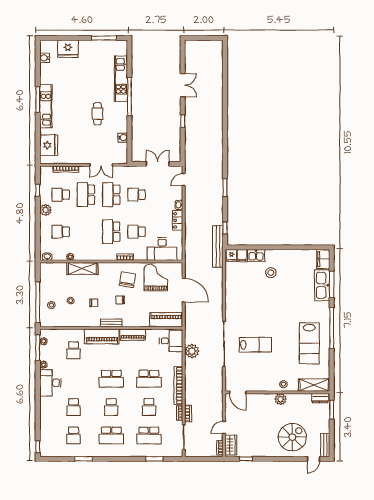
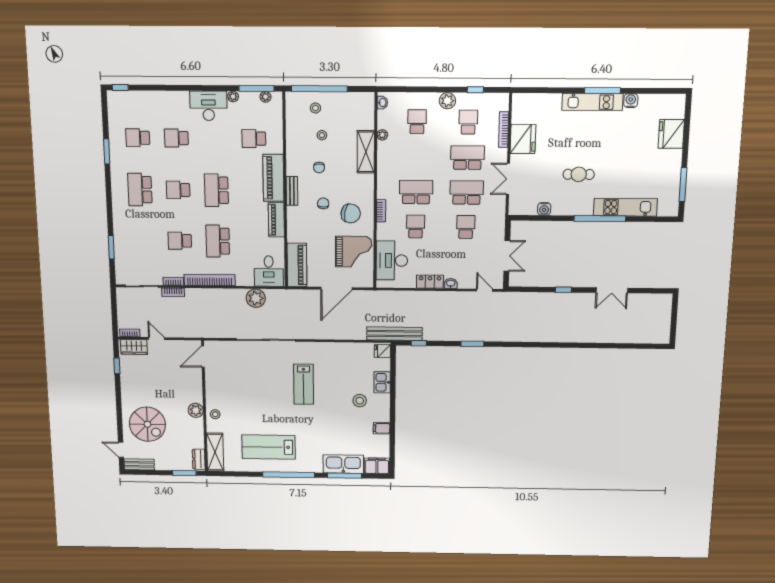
water cooler: (45, 58) -> (631, 101), moved
fridge: (49, 145) -> (523, 139), moved, turned -90
filing cabinet: (242, 256) -> (382, 428), moved
lab bench: (255, 345) -> (304, 384), moved
school desk: (149, 435) -> (142, 240), removed

